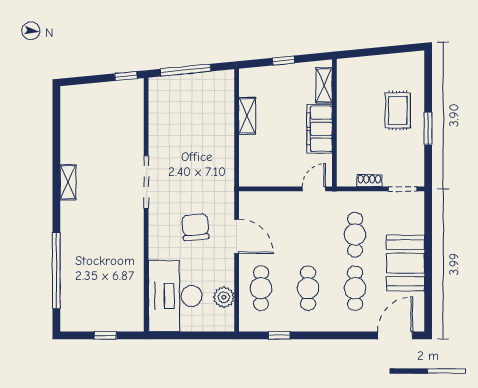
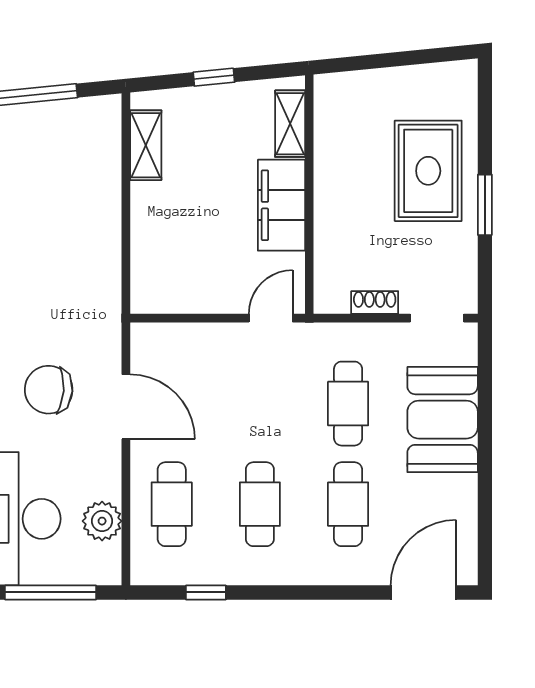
rug: (398, 110) -> (428, 171), width x1.36, depth x1.43
shelving: (247, 116) -> (146, 145), moved
chair: (195, 227) -> (49, 390), turned -81
booth: (405, 263) -> (443, 420), moved
window: (196, 335) -> (51, 592), added

